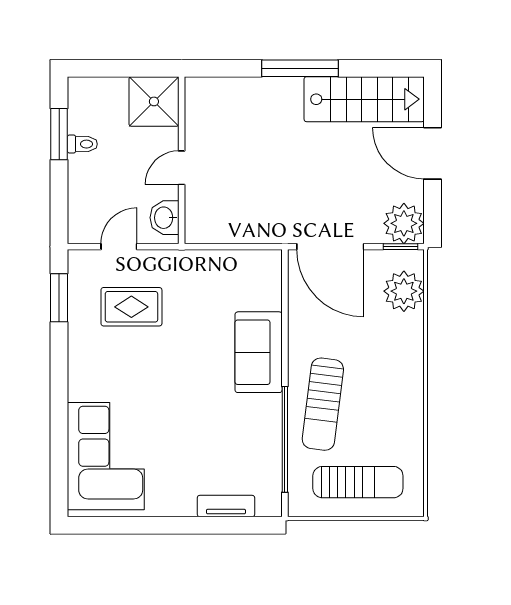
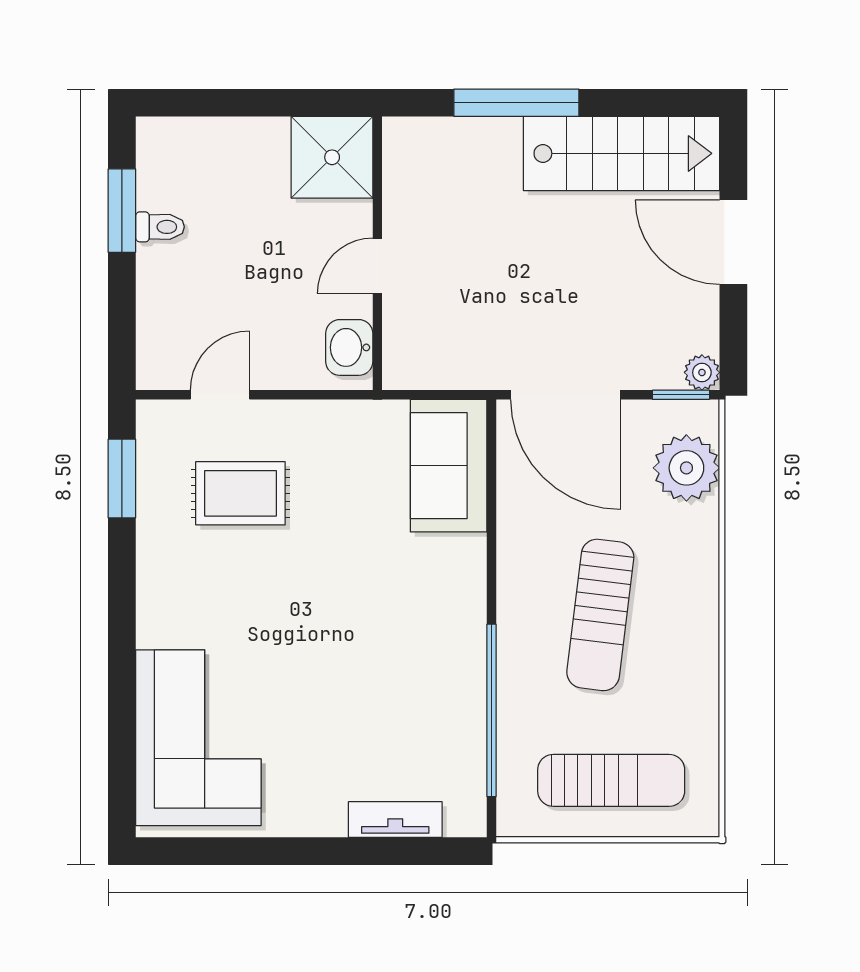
shower: (154, 101) -> (332, 157), moved
wall: (182, 160) -> (377, 253), moved
door: (182, 168) -> (377, 266), moved
washbasin: (164, 218) -> (349, 347), moved
plant: (404, 223) -> (702, 372), width x0.53, depth x0.53
sofa: (259, 352) -> (449, 466), moved
sun lounger: (323, 404) -> (600, 615), moved

